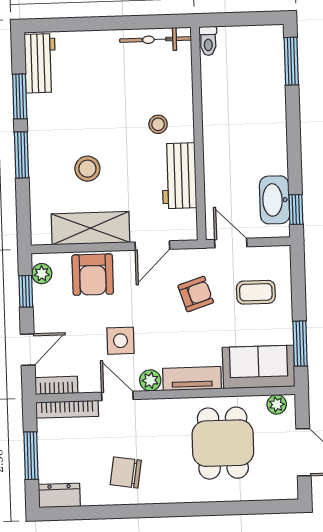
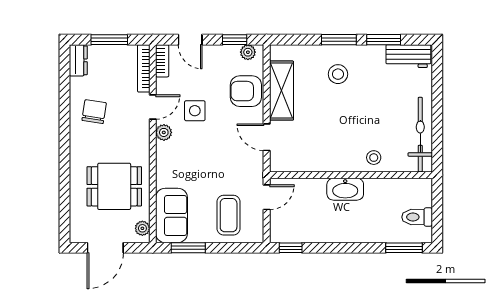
bicycle: (156, 40) -> (420, 135), width x1.37, depth x1.40
toilet: (208, 41) -> (417, 217), moved, width x1.37, depth x1.39
stool: (158, 124) -> (374, 158), moved
stool: (87, 169) -> (338, 74), moved
workbench: (179, 176) -> (319, 159), removed
washbasin: (275, 200) -> (345, 189), moved, turned 180
coffee table: (256, 292) -> (229, 215), width x1.36, depth x1.30
armchair: (196, 294) -> (229, 169), removed
tv unit: (192, 379) -> (164, 164), removed

